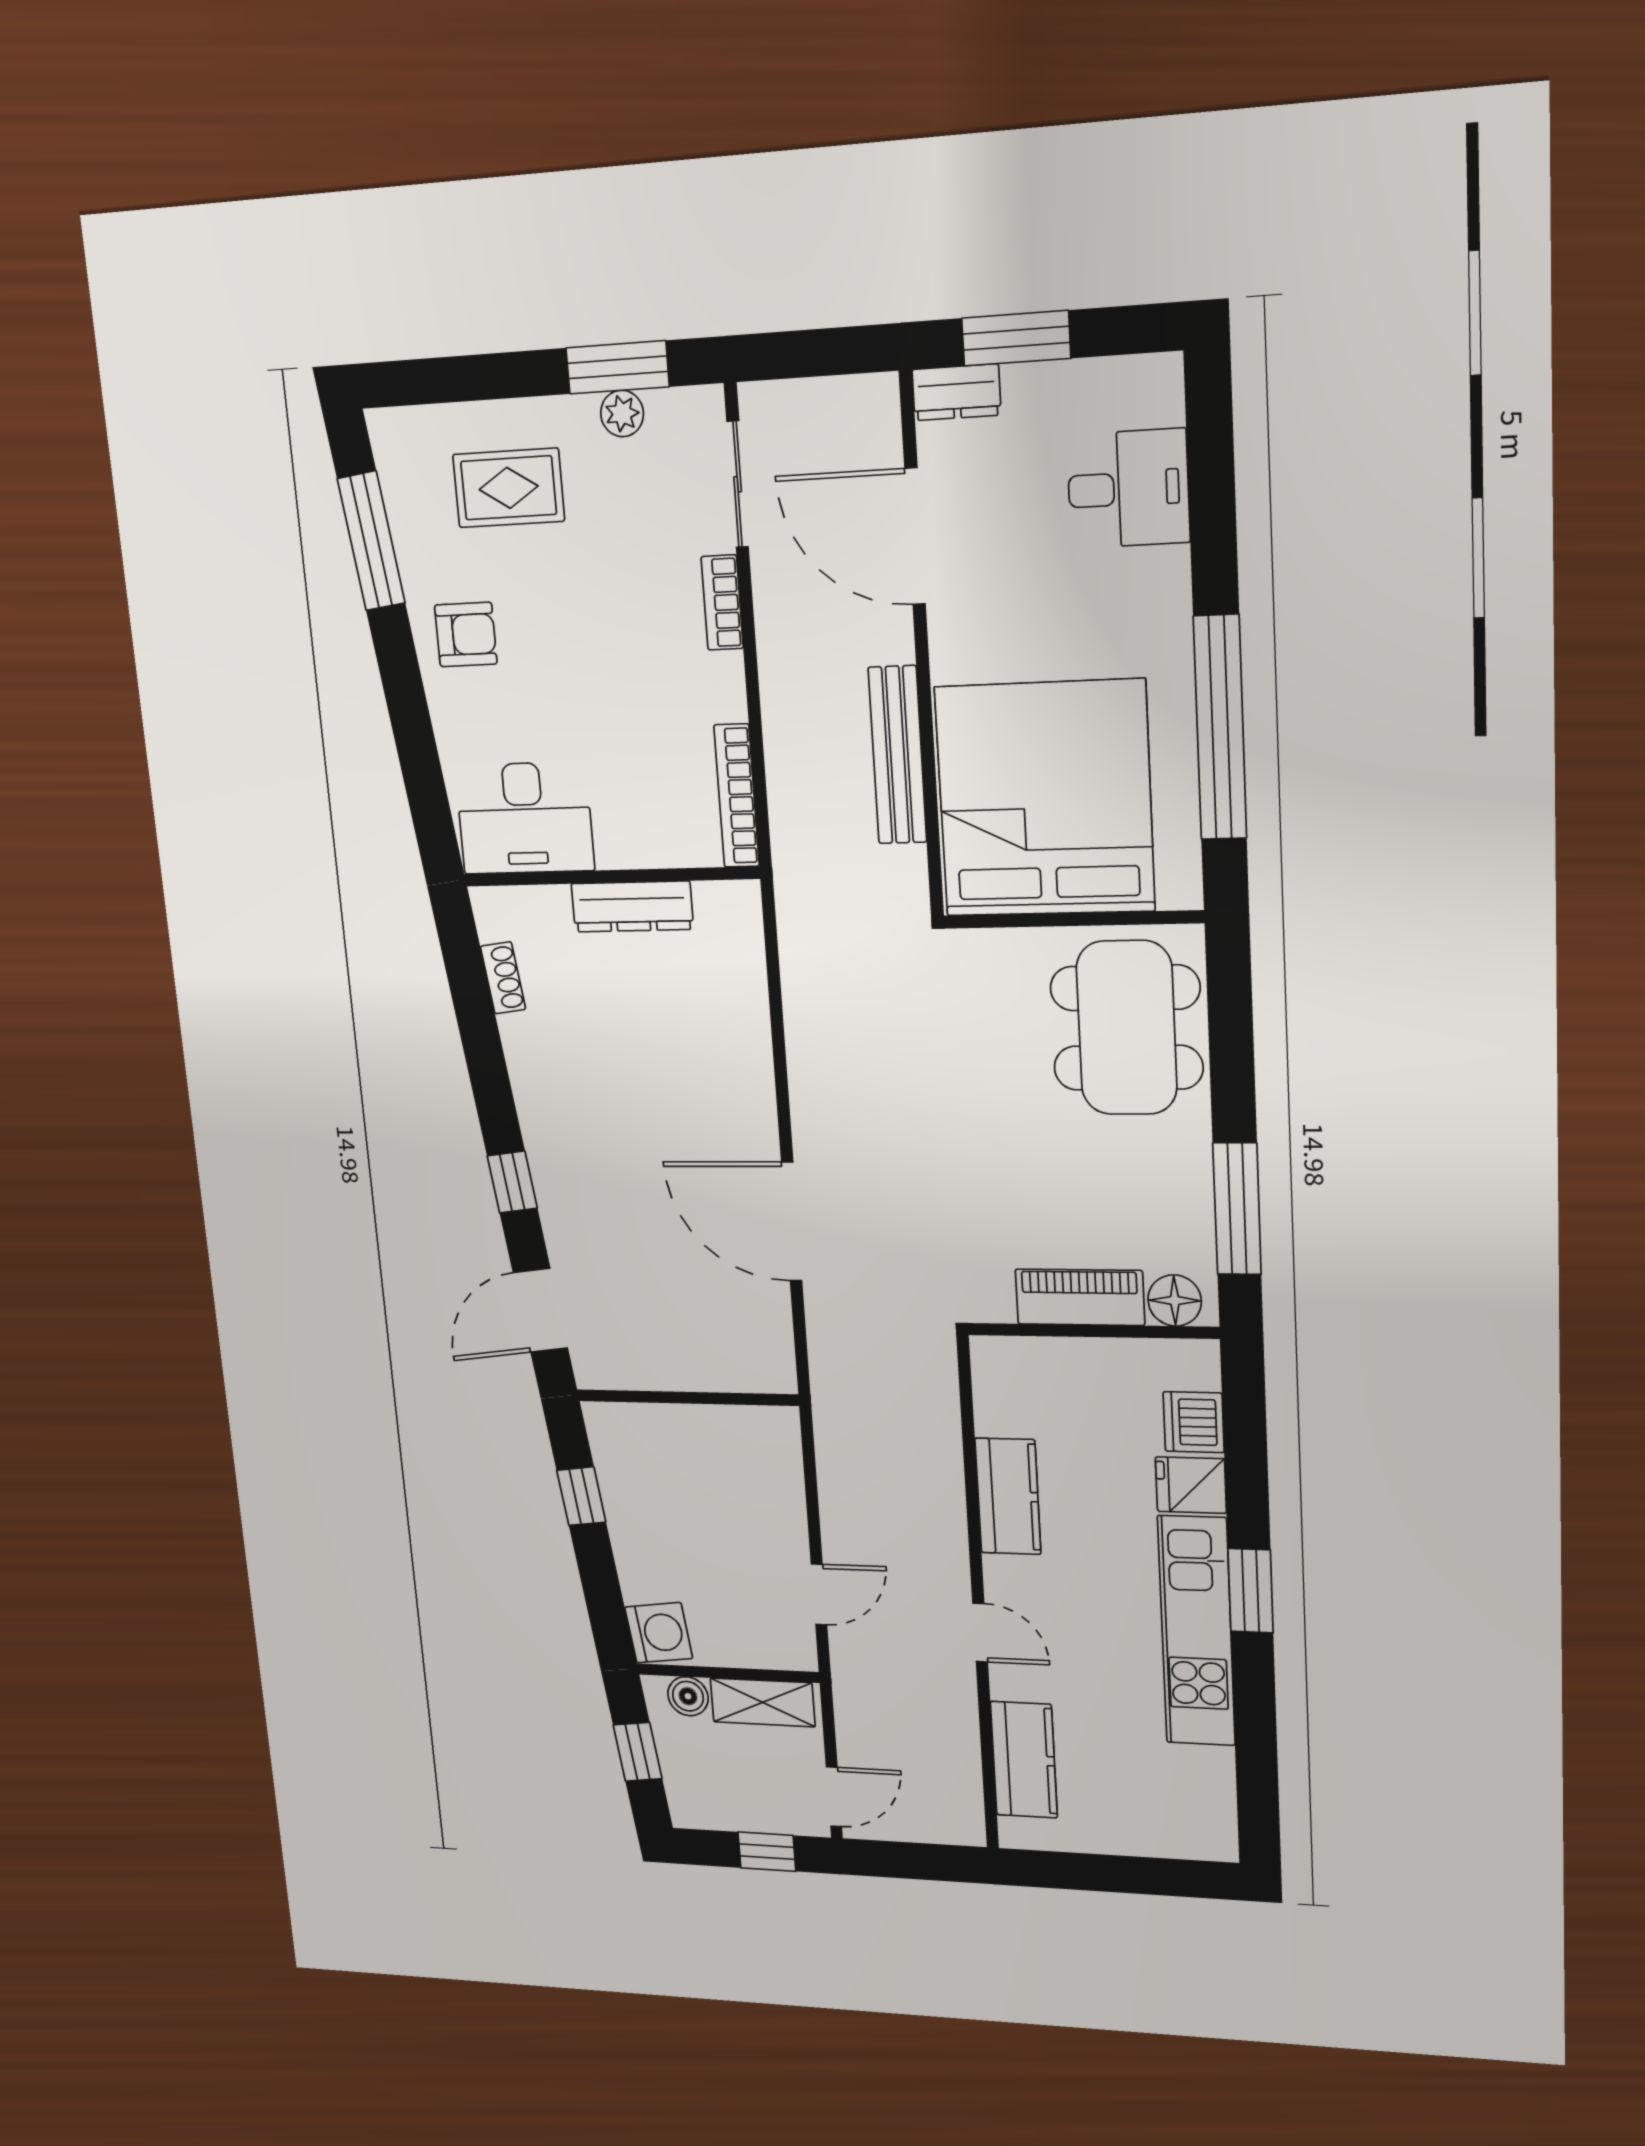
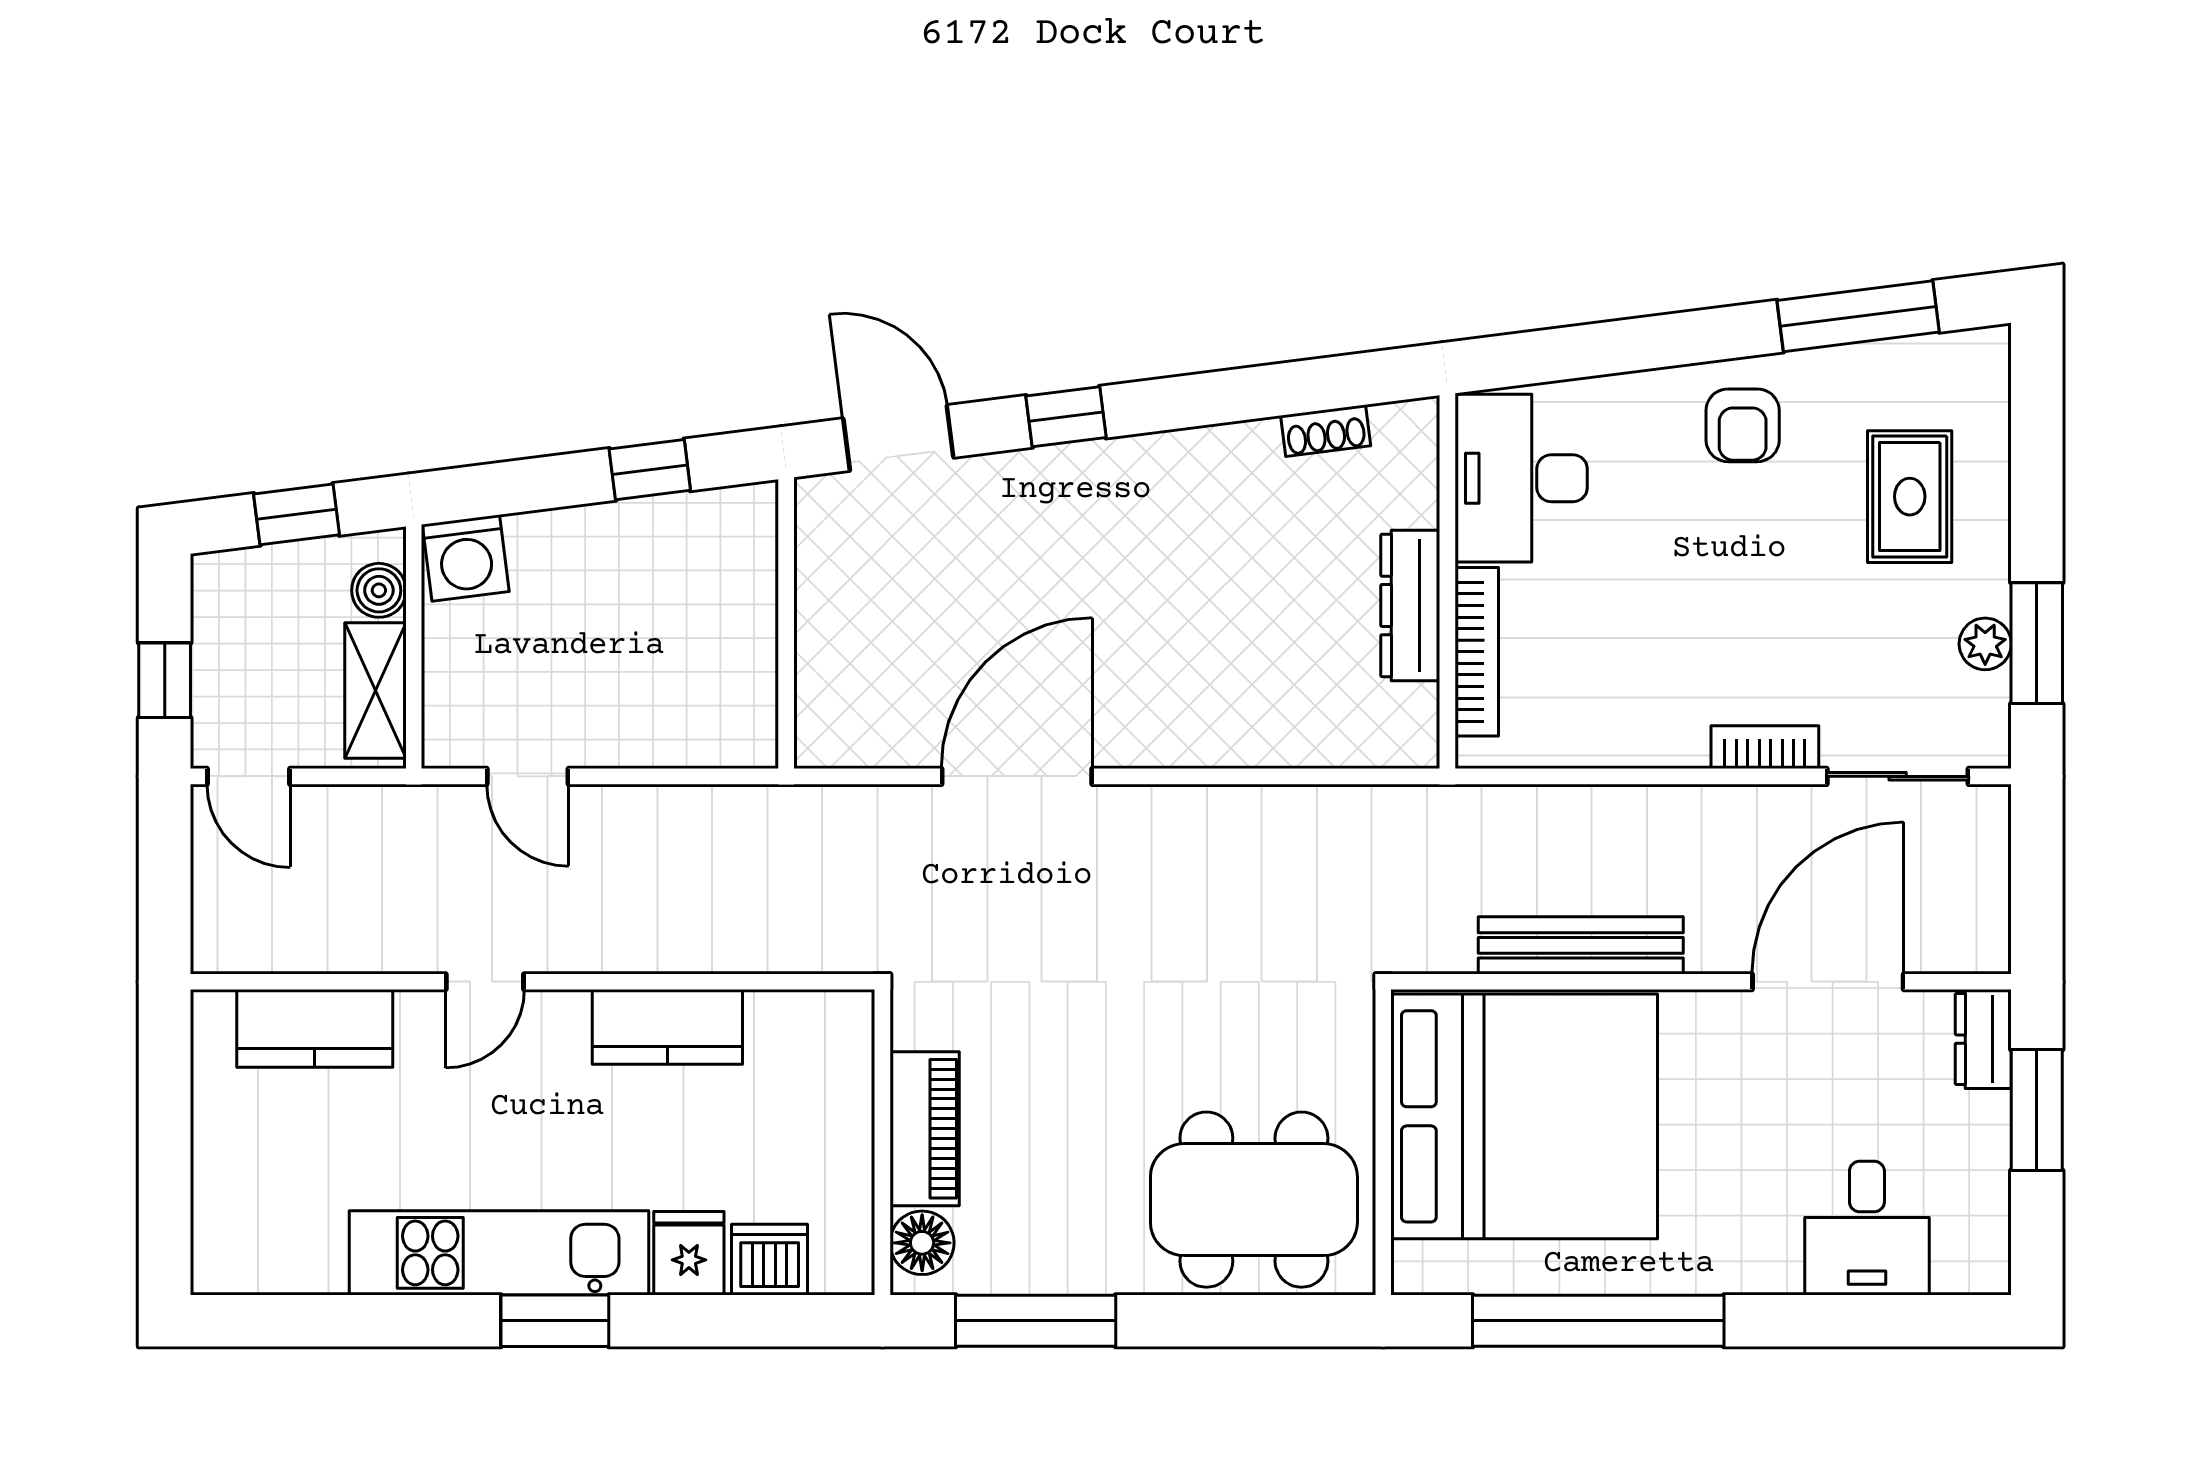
bookcase: (737, 796) -> (1477, 652), moved, turned 90

